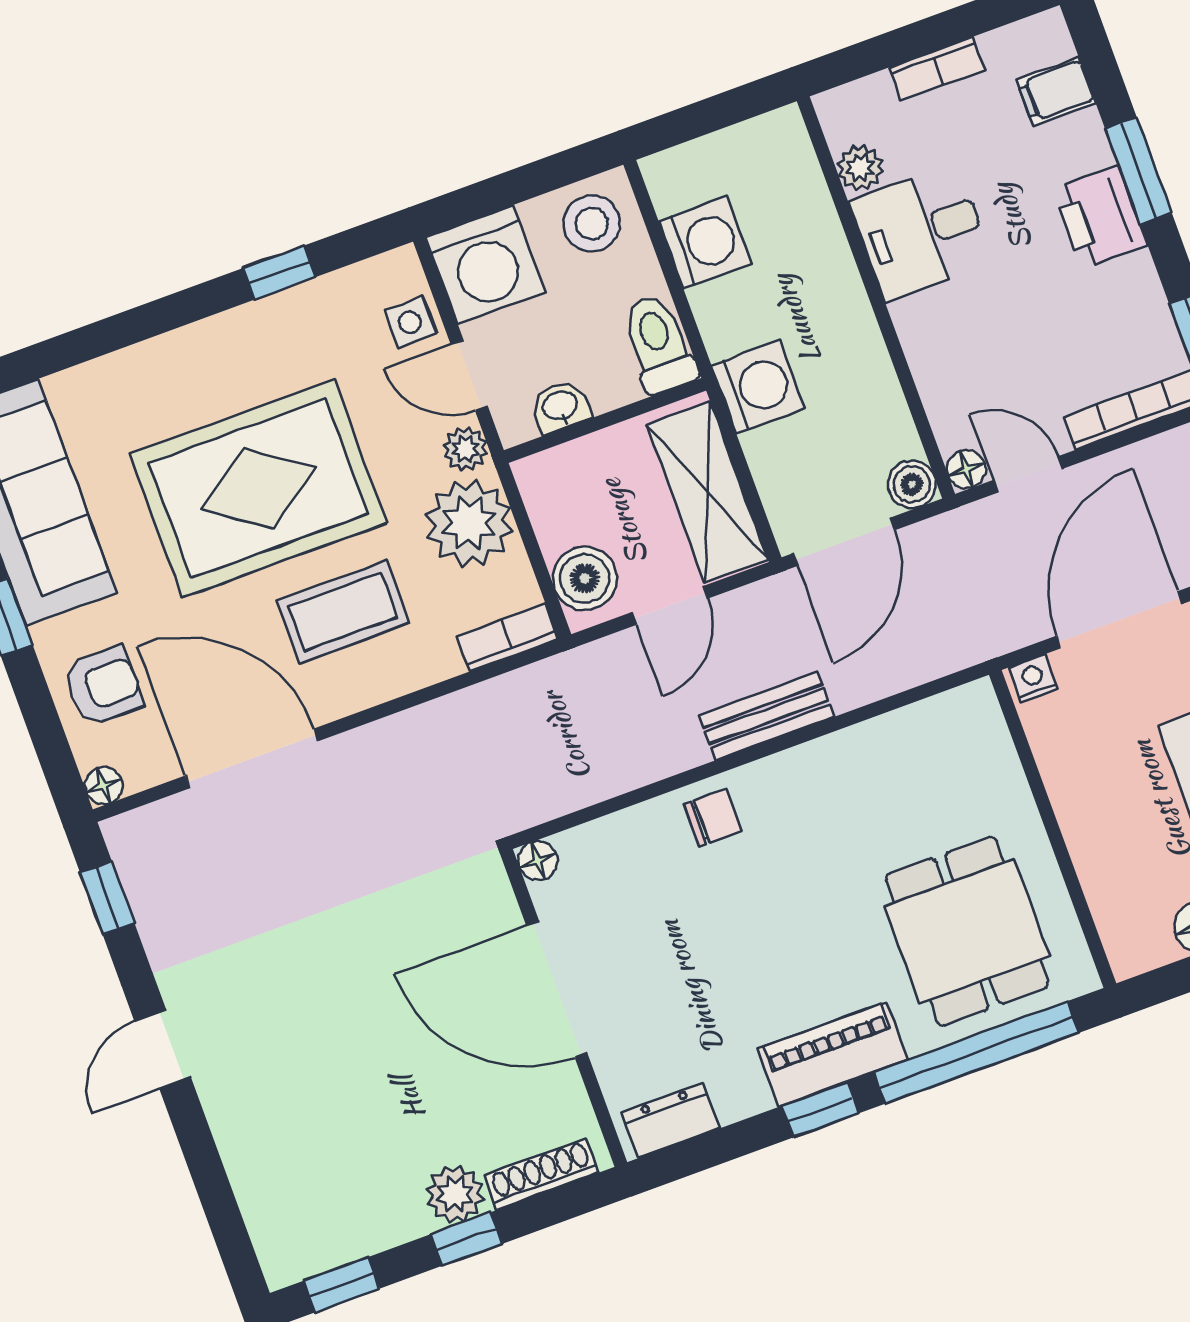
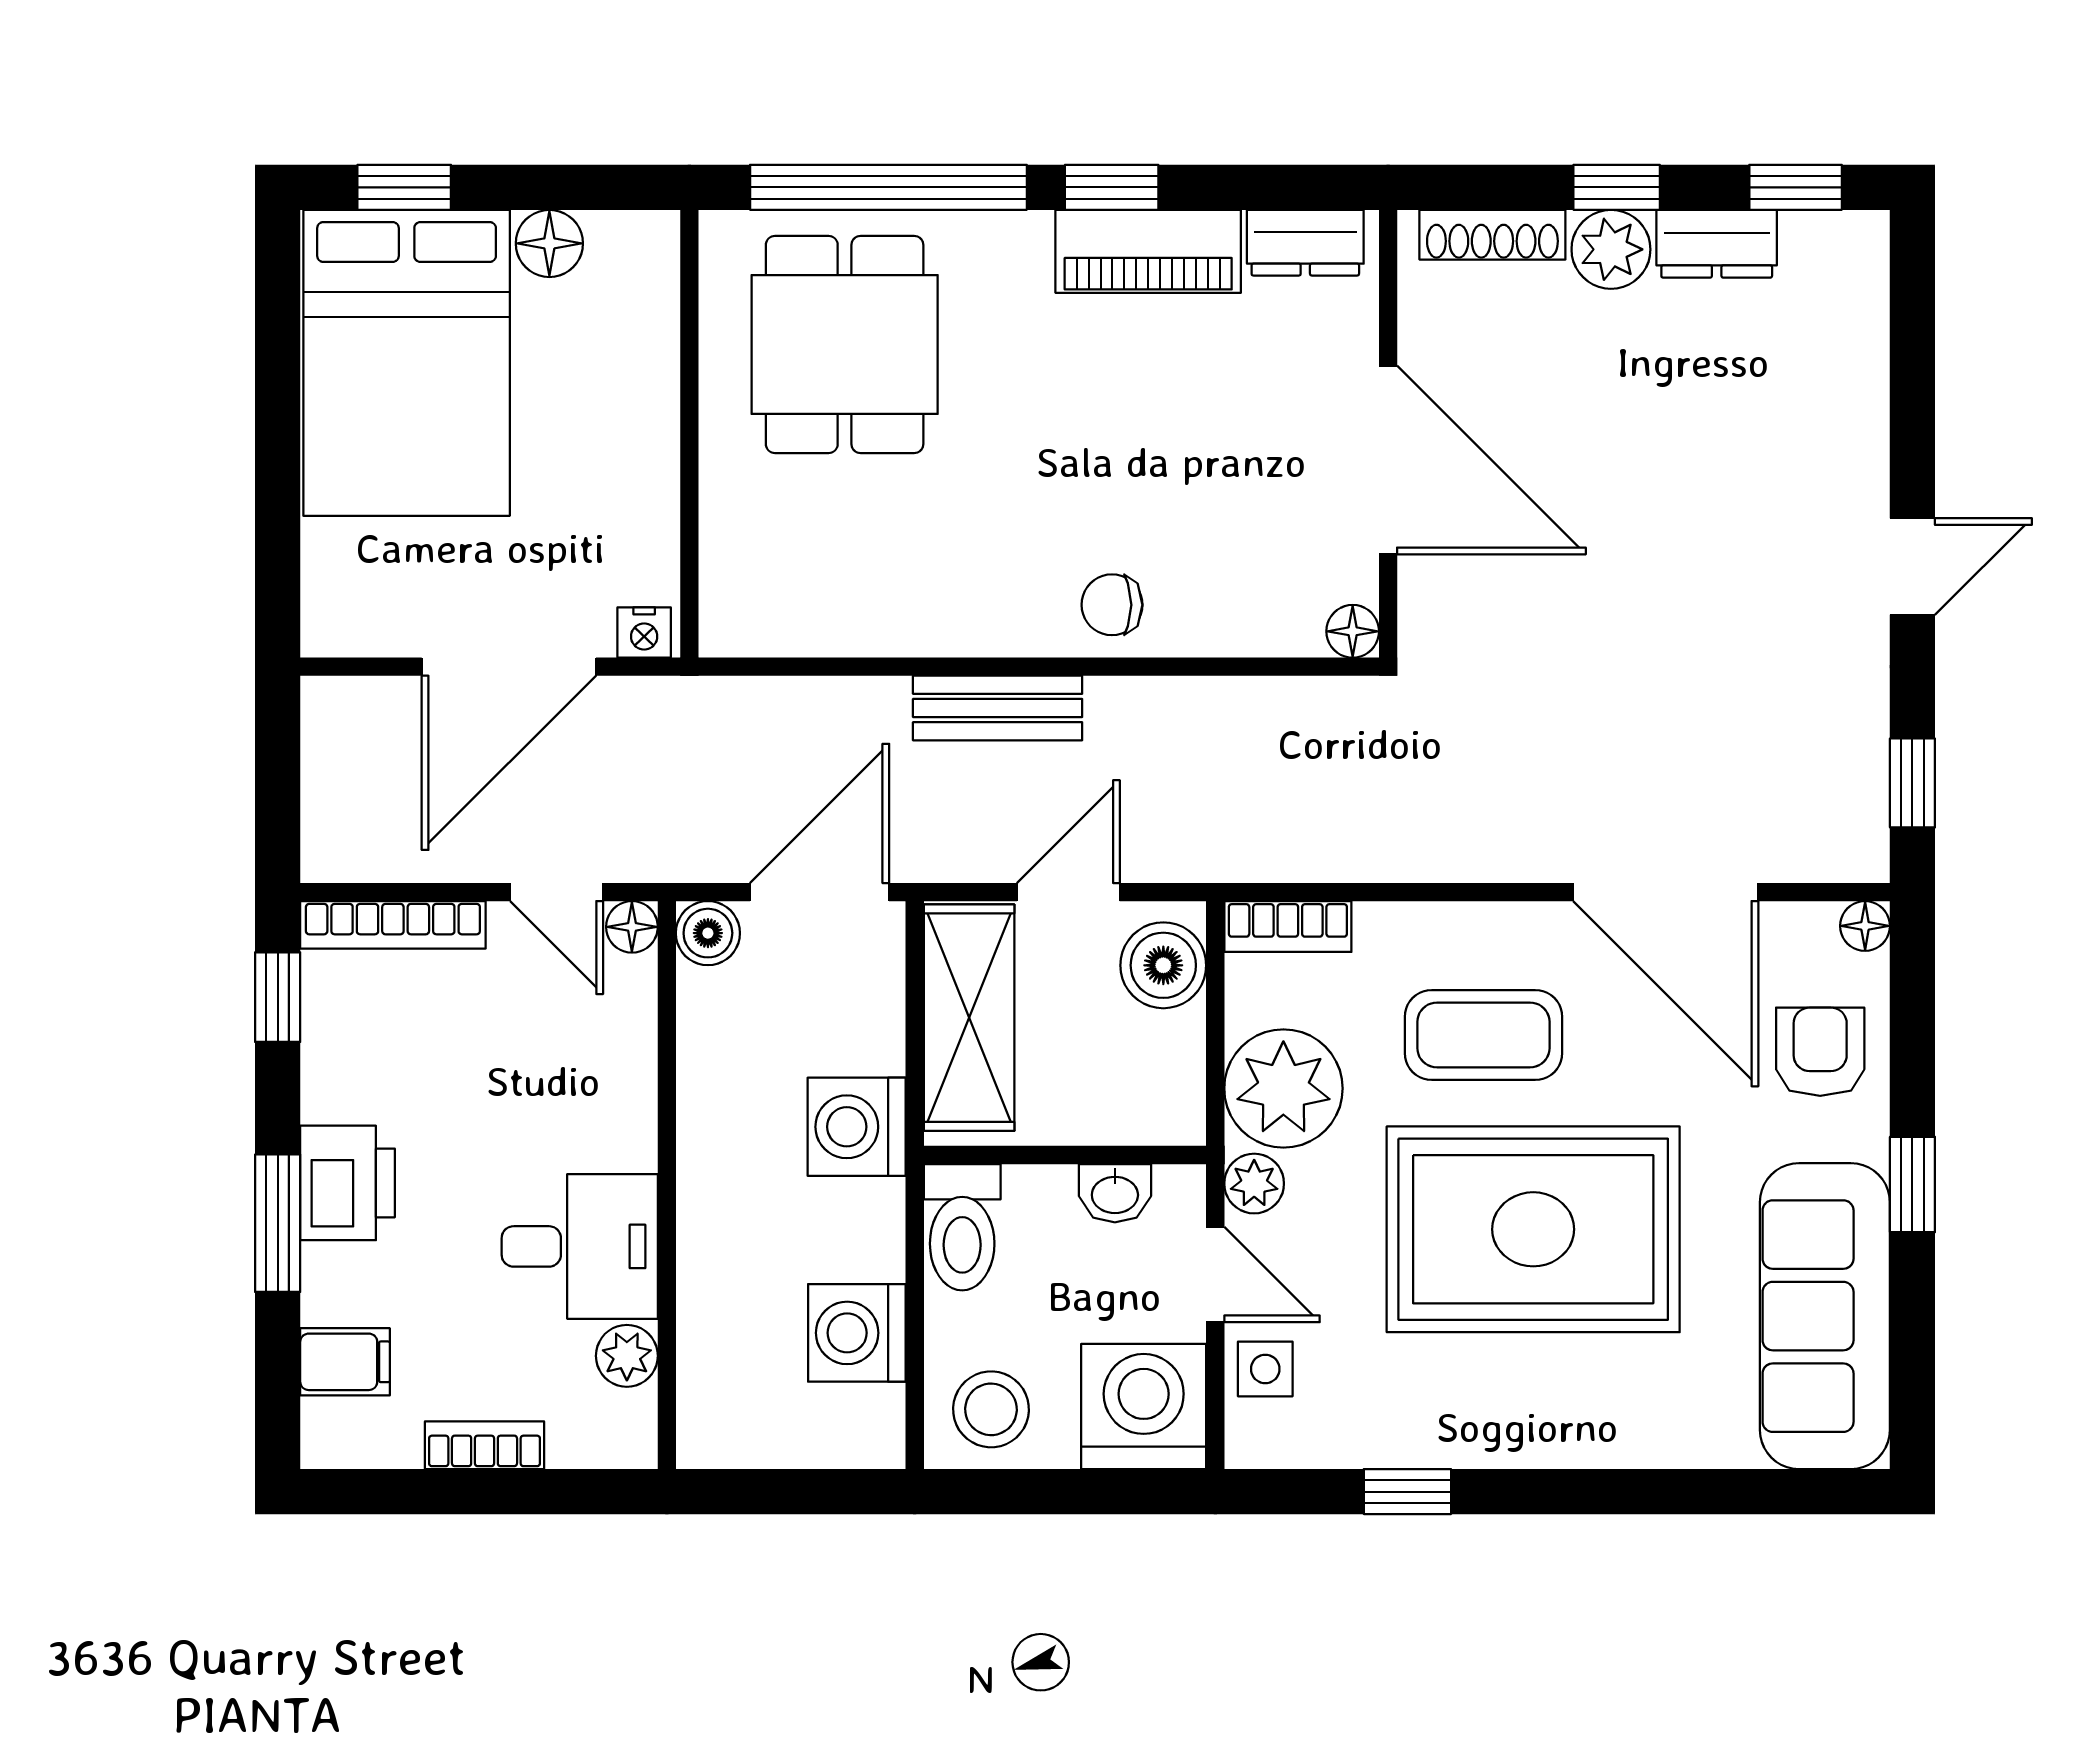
armchair: (103, 686) -> (1820, 1052), turned 90
piano: (833, 1054) -> (1148, 251), moved
dresser: (382, 1225) -> (1717, 244), added

